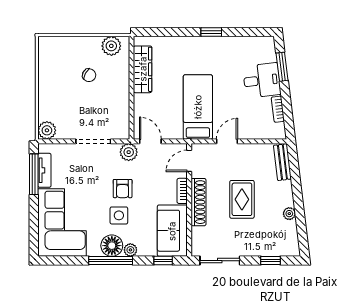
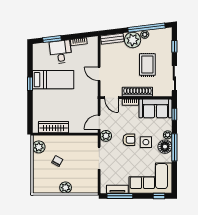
bed: (198, 107) -> (53, 80), moved, turned 180
plant: (47, 130) -> (66, 188), moved
plant: (281, 194) -> (133, 40), added
rug: (242, 199) -> (147, 65), moved, turned 90
window: (300, 216) -> (147, 28), added
window: (34, 236) -> (159, 196), added

